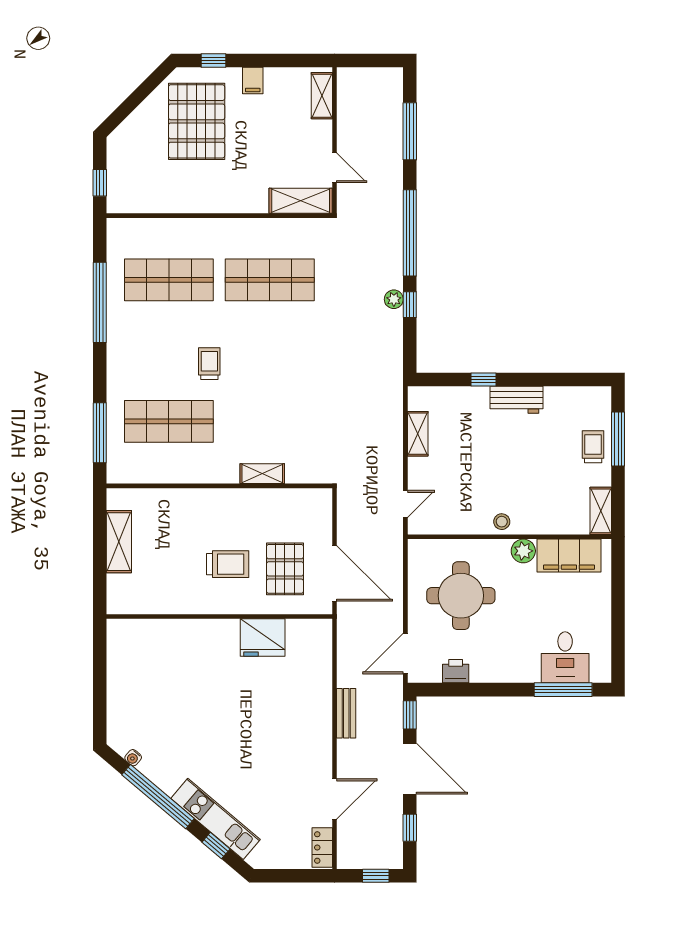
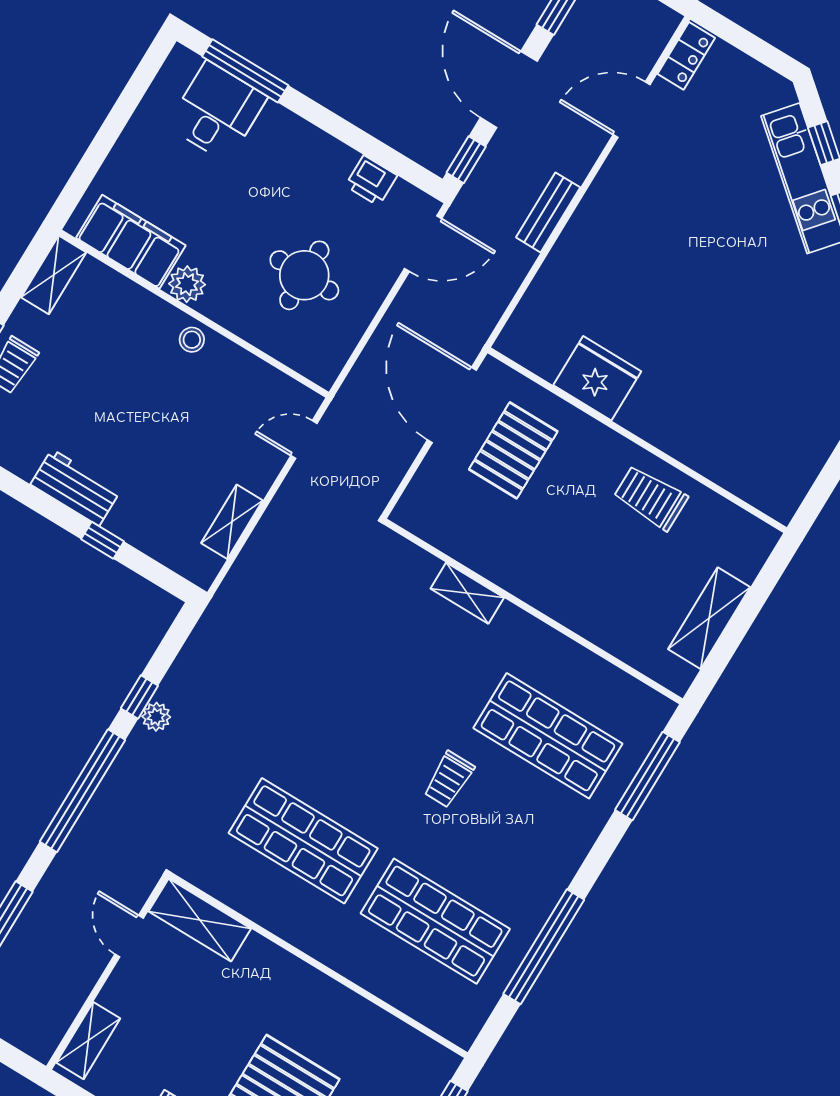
trolley: (228, 564) -> (651, 498), moved
round table: (461, 596) -> (304, 275), width x0.73, depth x0.73

